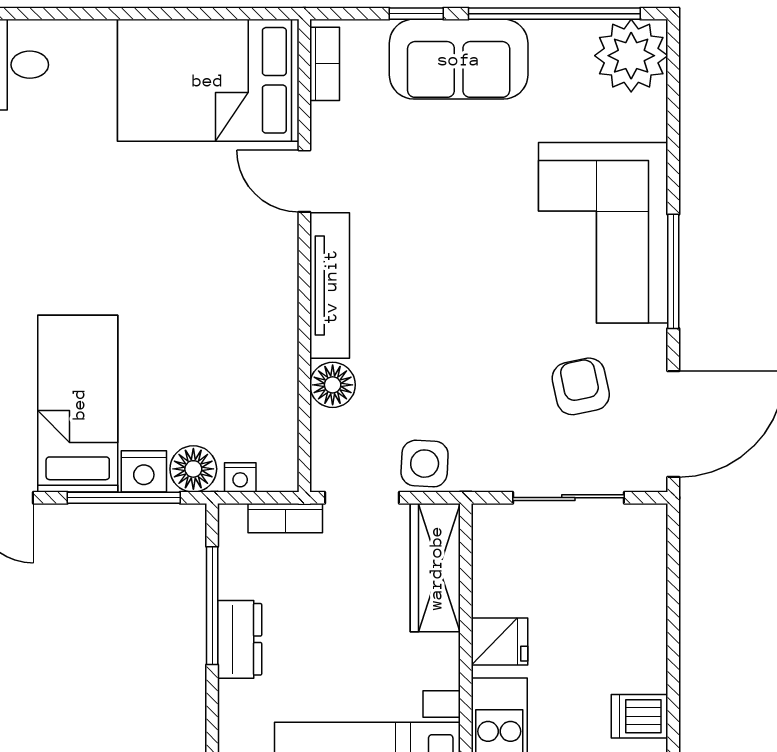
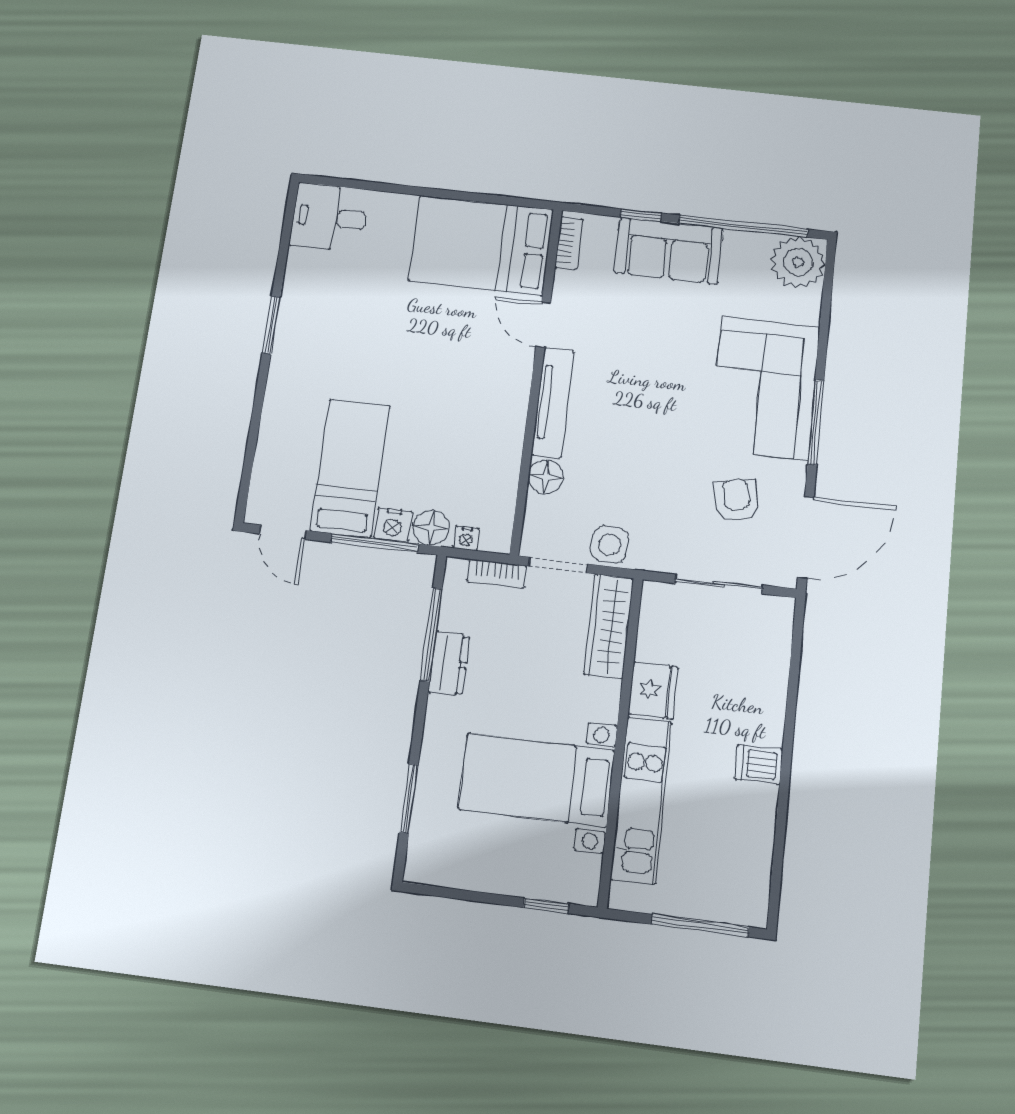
fridge: (499, 641) -> (653, 690), width x1.38

